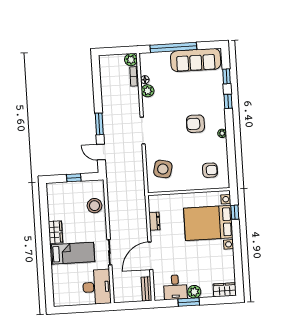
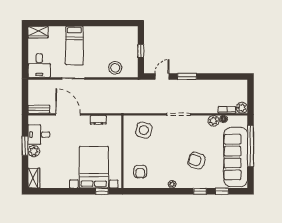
sofa: (196, 60) -> (236, 157), width x1.36, depth x1.27
armchair: (195, 124) -> (197, 161), moved, turned -74
wardrobe: (55, 232) -> (38, 32), moved
desk: (97, 287) -> (39, 65), width x0.73

